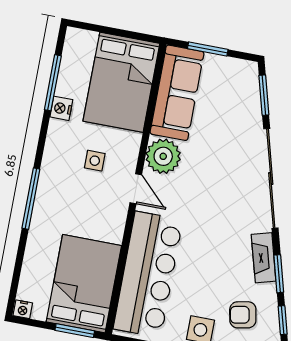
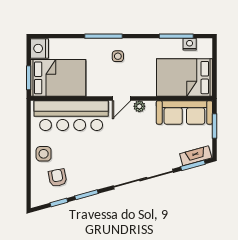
nightstand: (61, 108) -> (190, 44), moved
plant: (163, 156) -> (139, 106), width x0.53, depth x0.53
side table: (95, 161) -> (118, 56), moved
fireplace: (264, 258) -> (196, 156), moved
nightstand: (23, 309) -> (40, 48), width x1.89, depth x1.79

